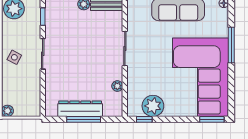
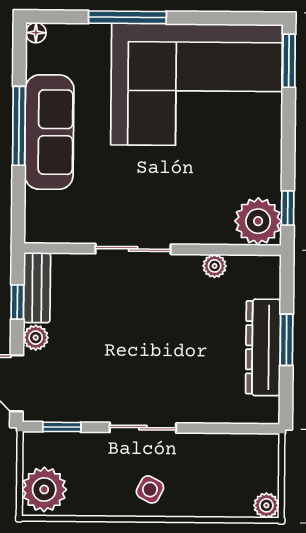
plant: (153, 106) -> (258, 221), moved
window: (84, 119) -> (287, 340), width x0.69

